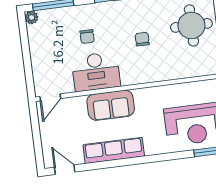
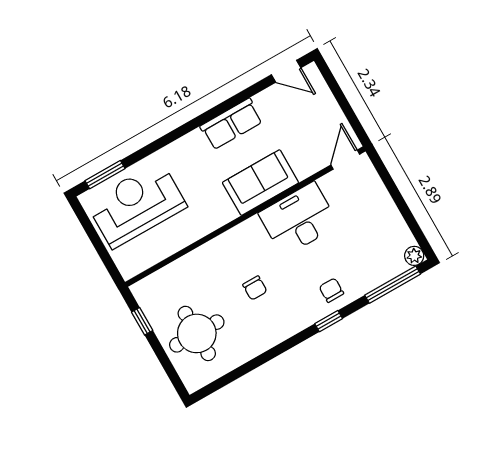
chair: (87, 37) -> (331, 290), moved
row of seats: (114, 150) -> (231, 124), width x0.68

